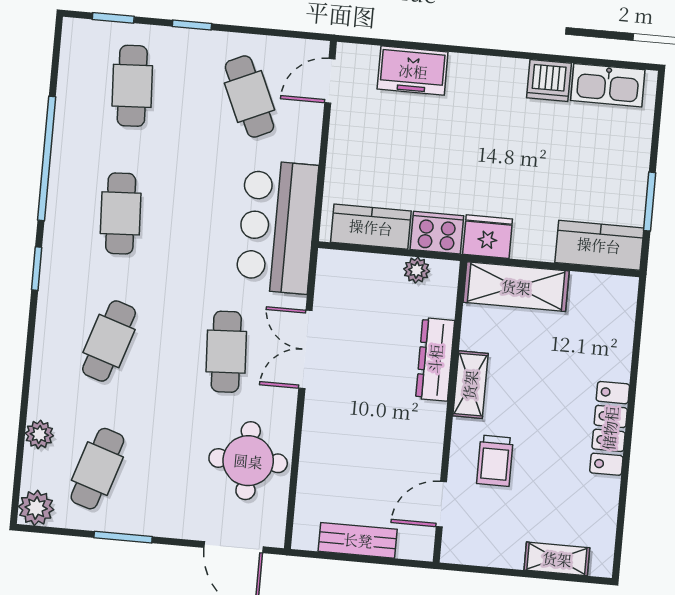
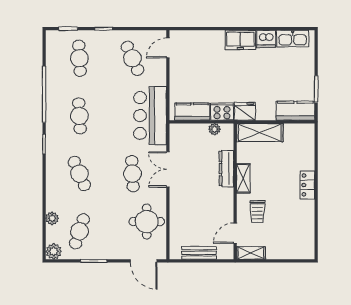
freezer: (413, 71) -> (240, 40), moved
cafe table: (109, 341) -> (79, 174), turned -42
locker: (610, 428) -> (307, 185), width x0.66
shelving: (557, 559) -> (251, 253), moved

